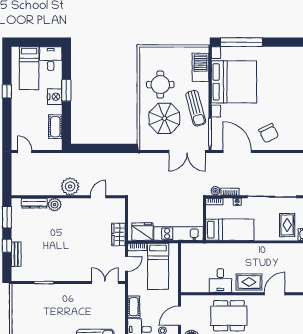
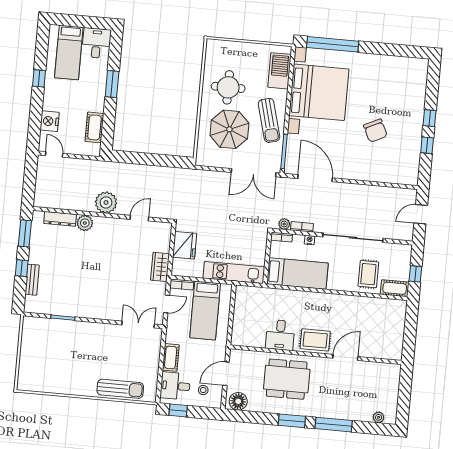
nightstand: (55, 97) -> (49, 121), moved, turned 180
chair: (269, 133) -> (375, 131), moved
fridge: (143, 232) -> (185, 245), moved, turned 90

